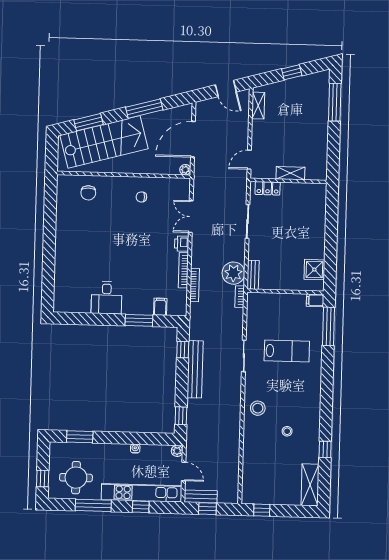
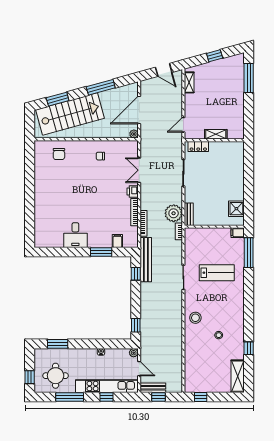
bench: (195, 369) -> (146, 260), moved

